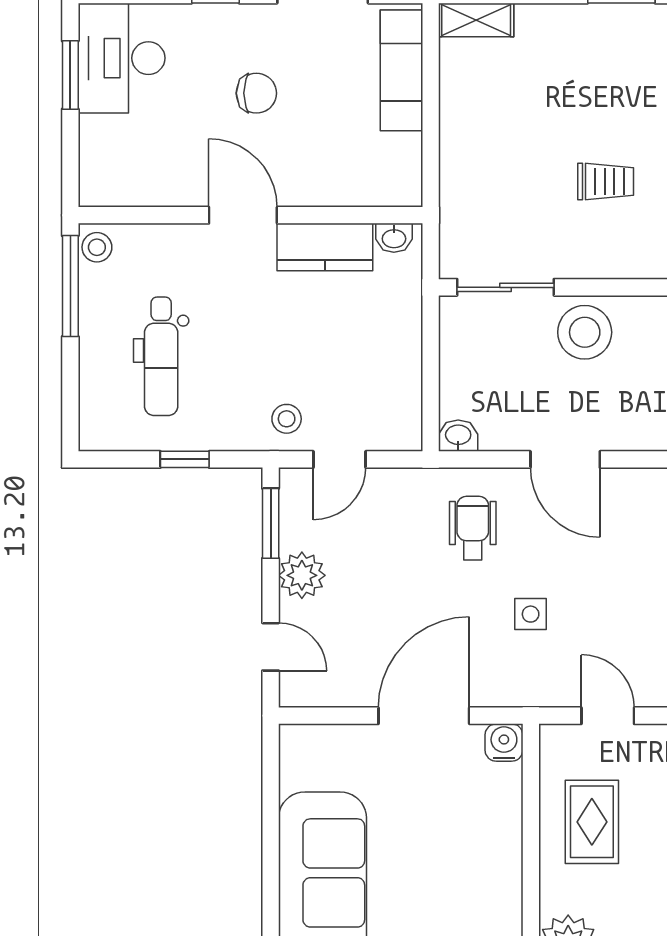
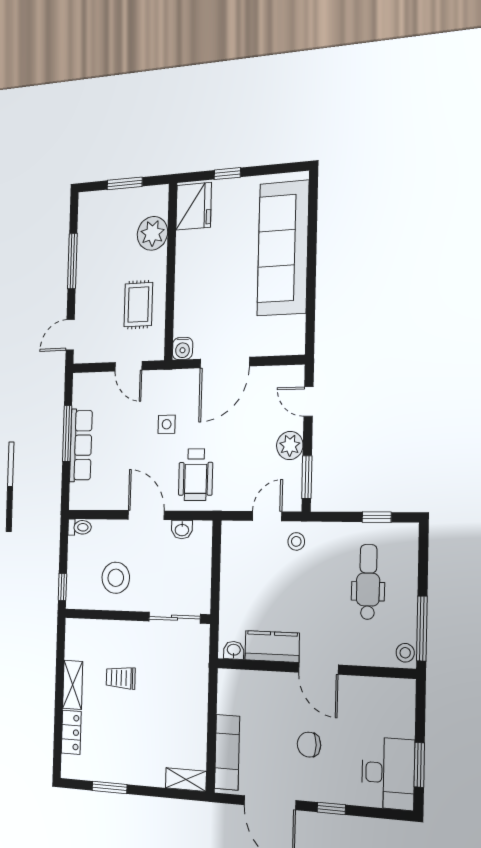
stool: (585, 332) -> (116, 578), moved
washbasin: (458, 436) -> (182, 529), moved
window: (185, 459) -> (377, 517), moved
wheelchair: (473, 528) -> (196, 475), width x1.36, depth x1.37

